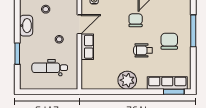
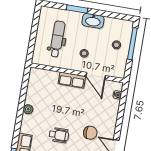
washbasin: (26, 26) -> (93, 21), moved
wheelchair: (143, 50) -> (59, 135), turned 90
plant: (127, 80) -> (28, 109), width x0.53, depth x0.53

